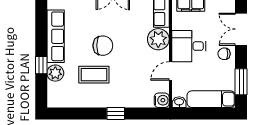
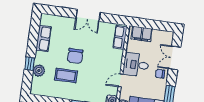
row of seats: (56, 36) -> (44, 38), width x0.68
plant: (158, 39) -> (115, 57), removed
chair: (103, 46) -> (75, 56), turned 90

